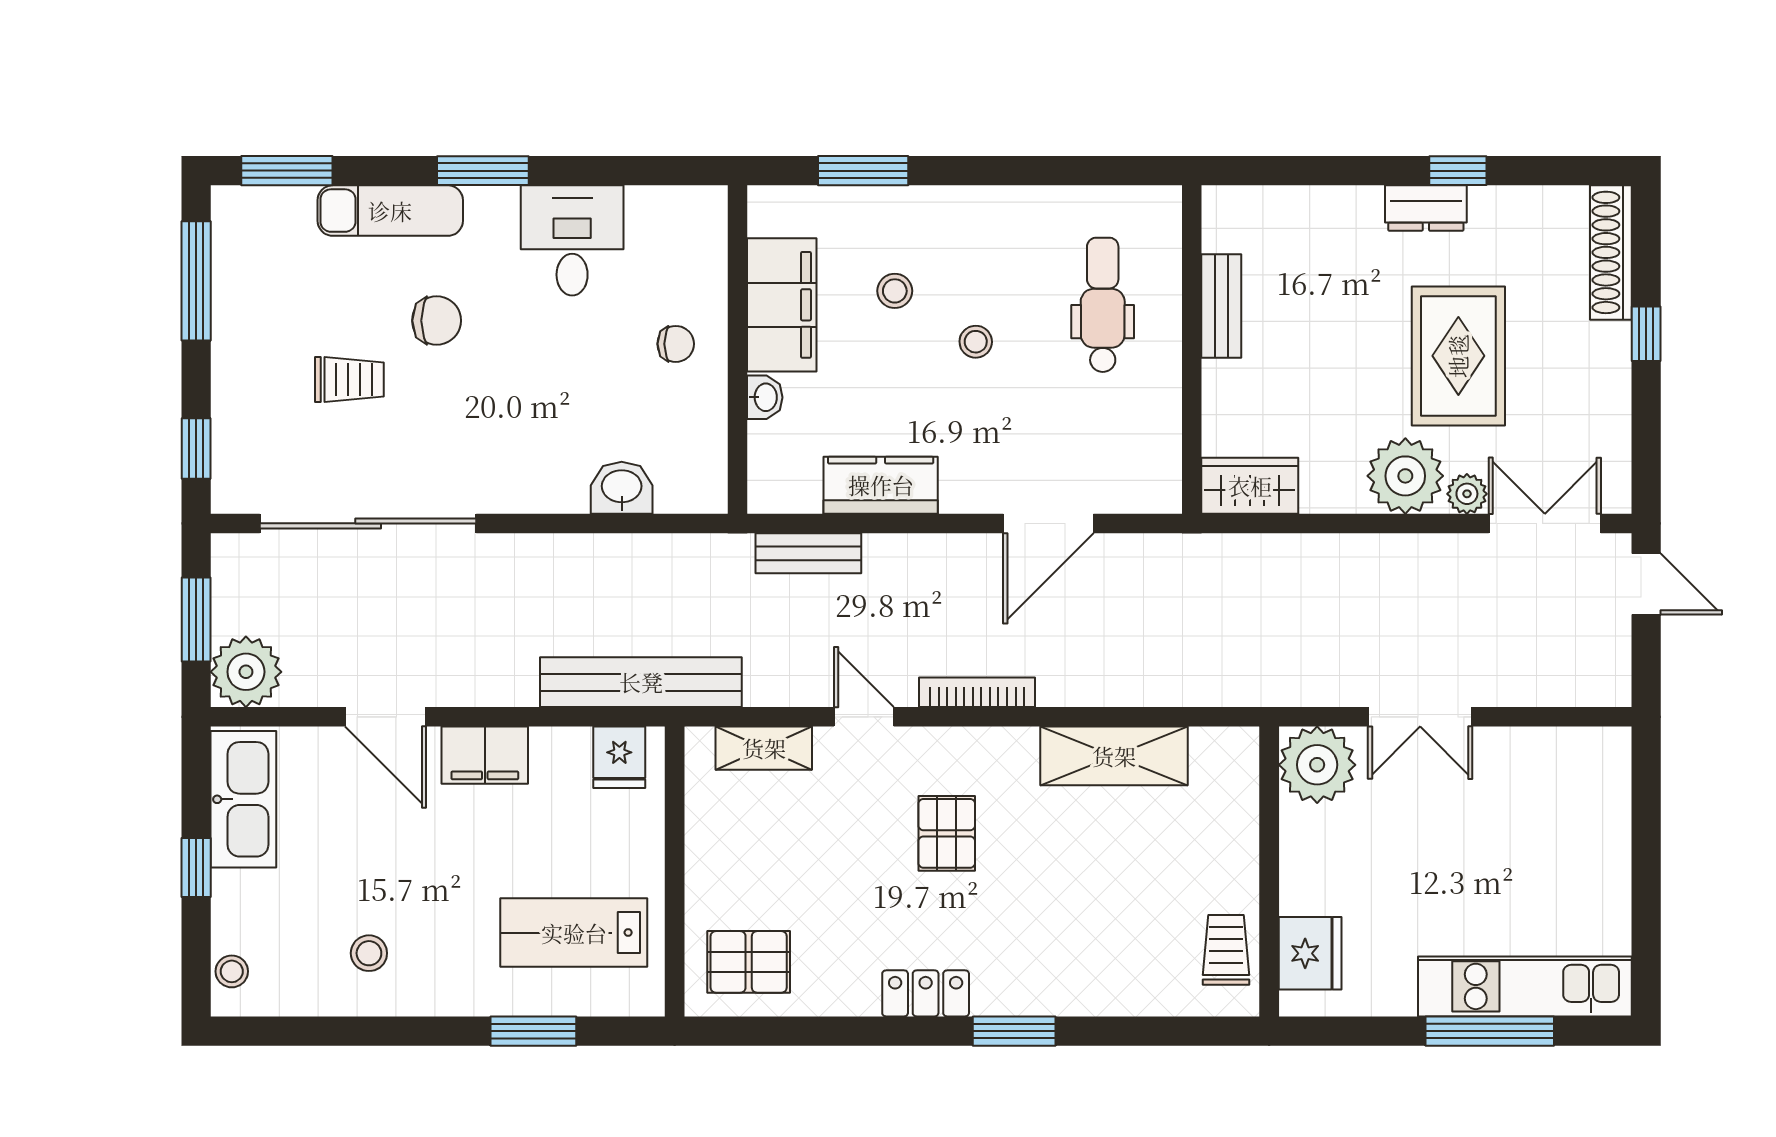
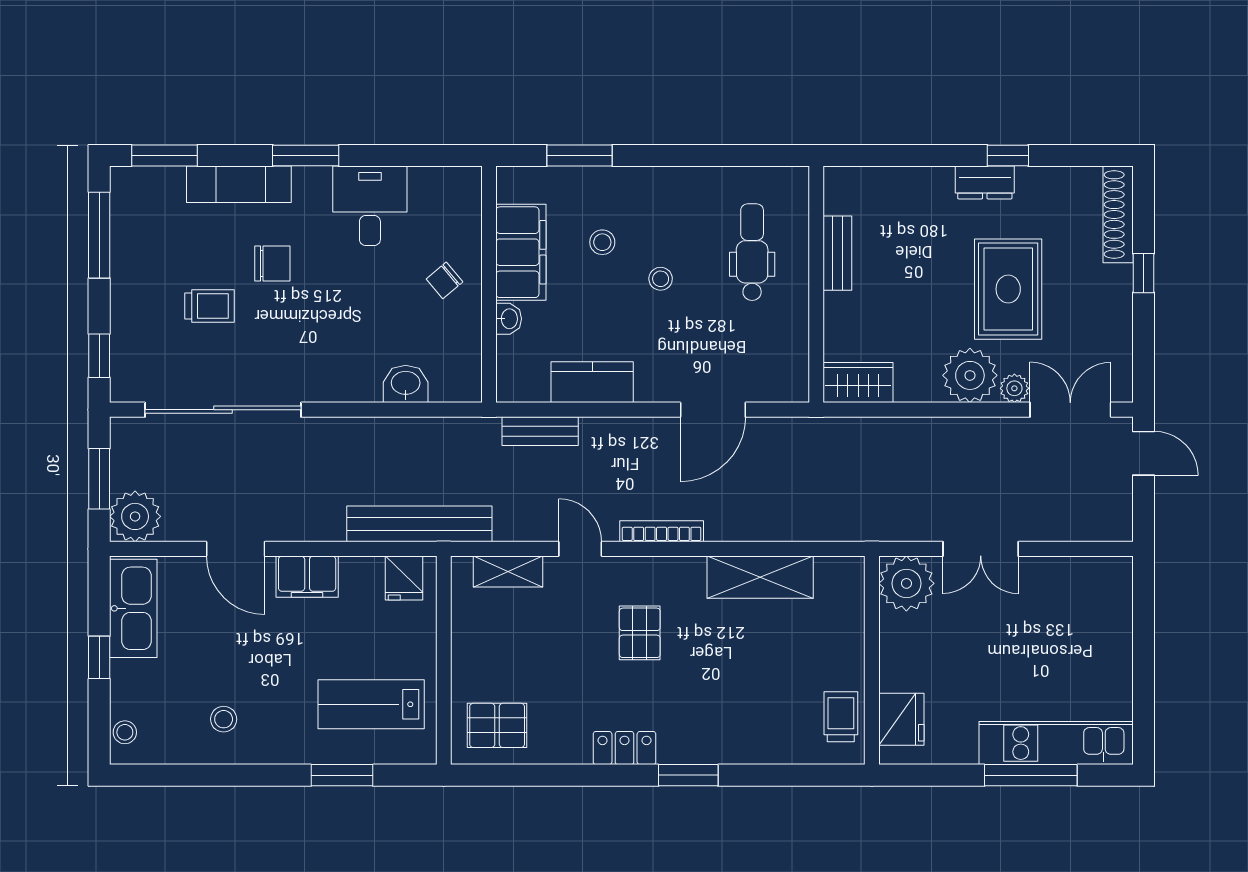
chair: (676, 344) -> (445, 280), turned 140

